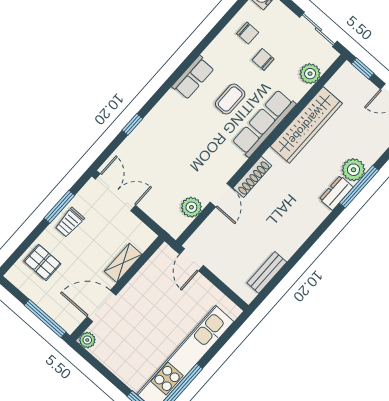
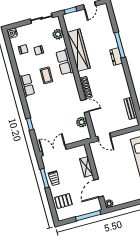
row of seats: (264, 123) -> (65, 62), width x0.68
plant: (353, 170) -> (111, 43), removed

